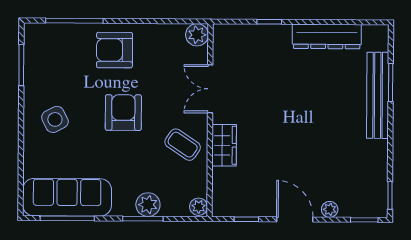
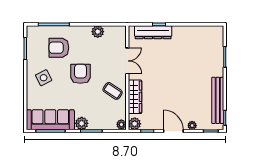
plant: (197, 35) -> (98, 32), moved
dresser: (327, 36) -> (153, 32), moved
armchair: (115, 50) -> (59, 48), moved
double door: (210, 89) -> (127, 61), swing flipped
bench: (378, 95) -> (218, 100), moved
wardrobe: (224, 145) -> (135, 97), width x1.50
plant: (148, 205) -> (82, 123), moved
plant: (223, 206) -> (135, 124), added

